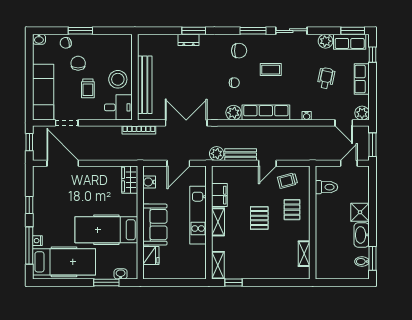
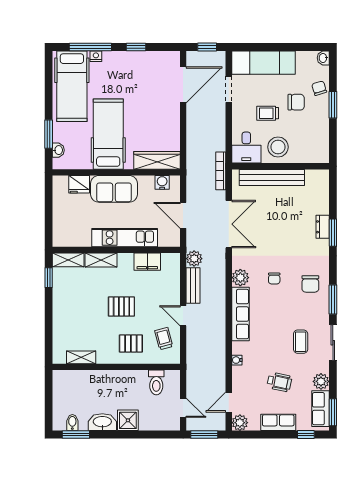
coffee table: (271, 70) -> (301, 342), moved
wardrobe: (130, 180) -> (157, 160), width x1.50
shelving: (218, 222) -> (101, 260), moved

